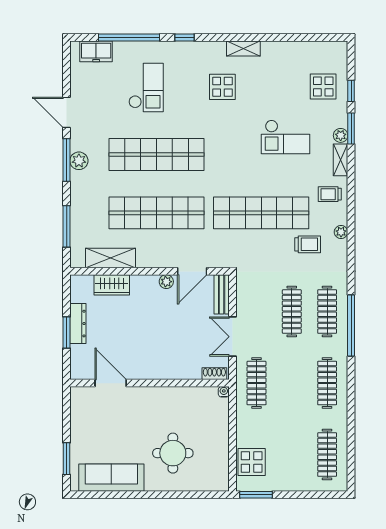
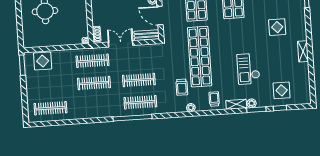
shelving: (243, 49) -> (303, 51), moved
clothes rail: (327, 383) -> (94, 83), moved

